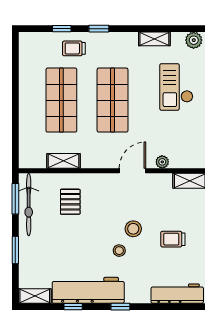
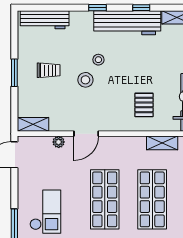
shelving: (64, 161) -> (162, 143), moved

